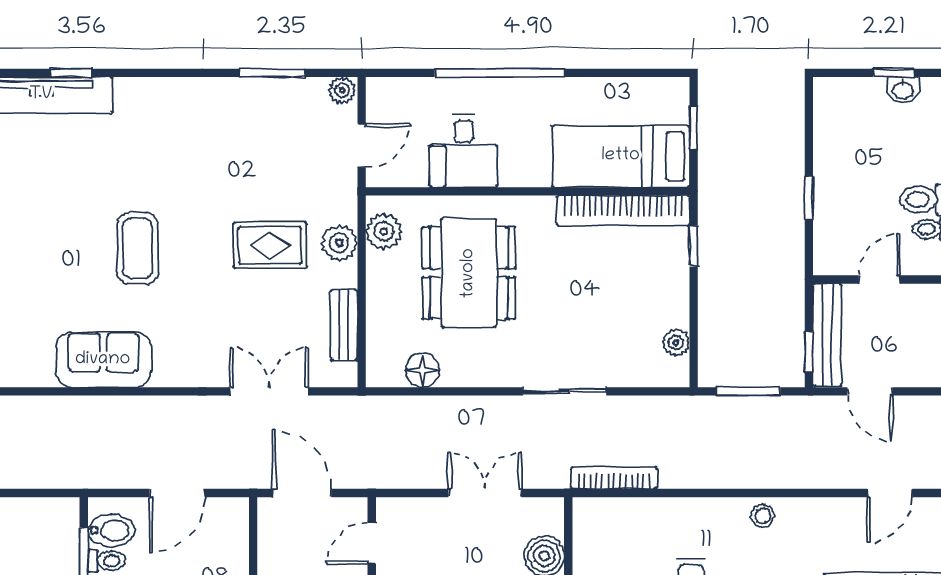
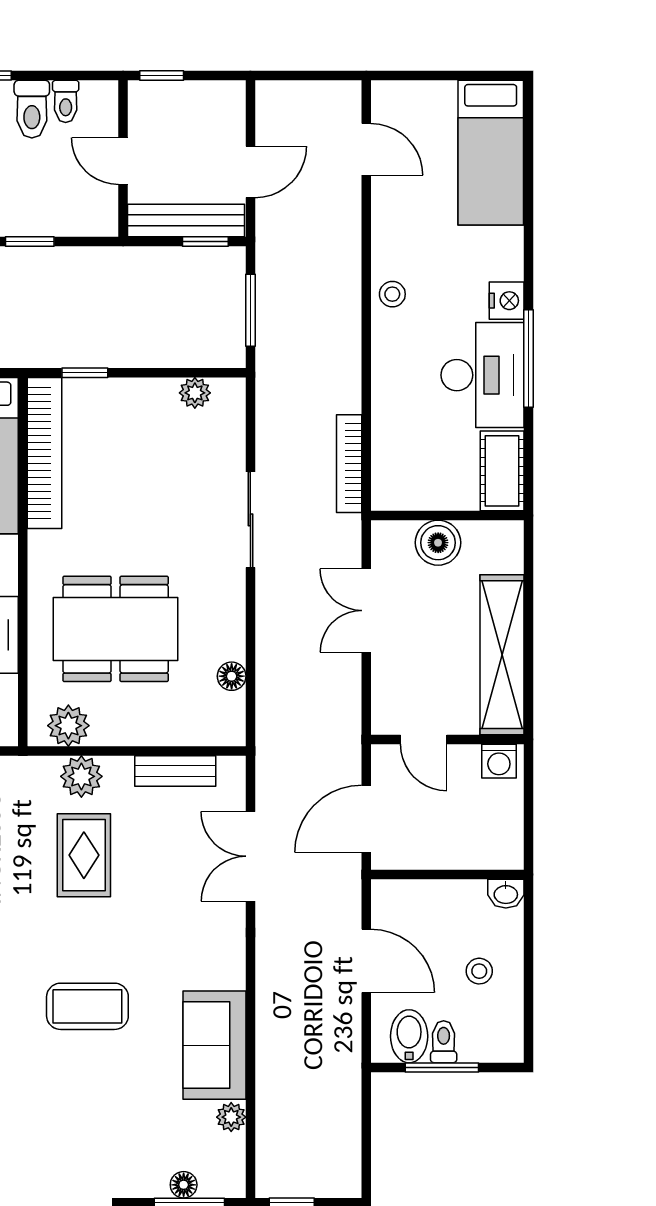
floor lamp: (423, 370) -> (232, 676), width x0.73, depth x0.73
plant: (40, 374) -> (231, 1117), added

